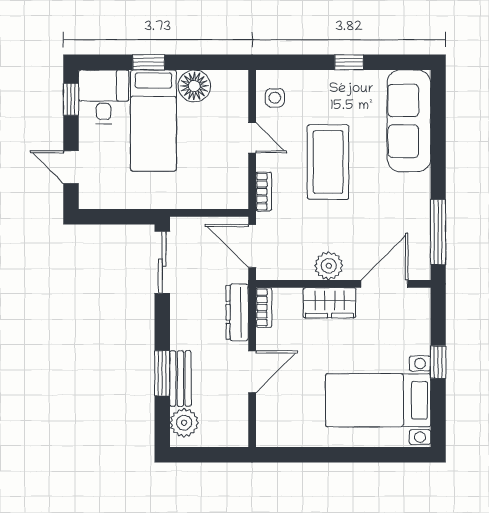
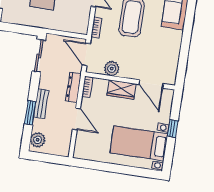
window: (438, 232) -> (183, 62), removed
plant: (329, 266) -> (112, 69), moved
door: (384, 284) -> (151, 84), swing flipped
door: (252, 372) -> (76, 119), hinge flipped
bench: (180, 379) -> (41, 104), moved

